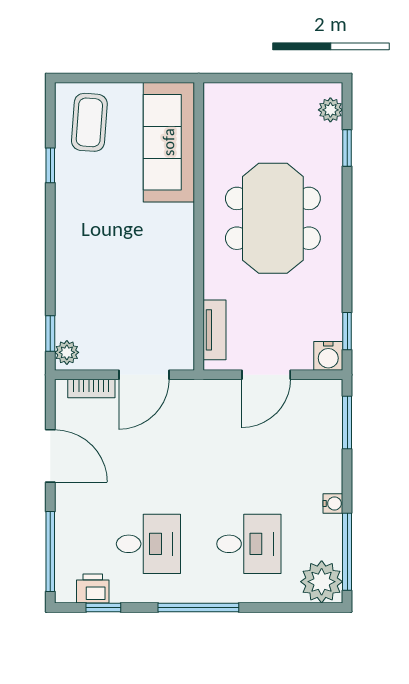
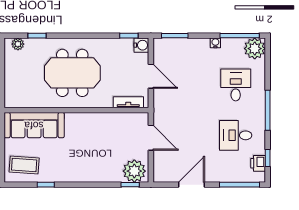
plant: (67, 352) -> (134, 171), width x1.88, depth x1.88
bookcase: (91, 389) -> (158, 164), removed
desk: (148, 544) -> (236, 135), turned -90

